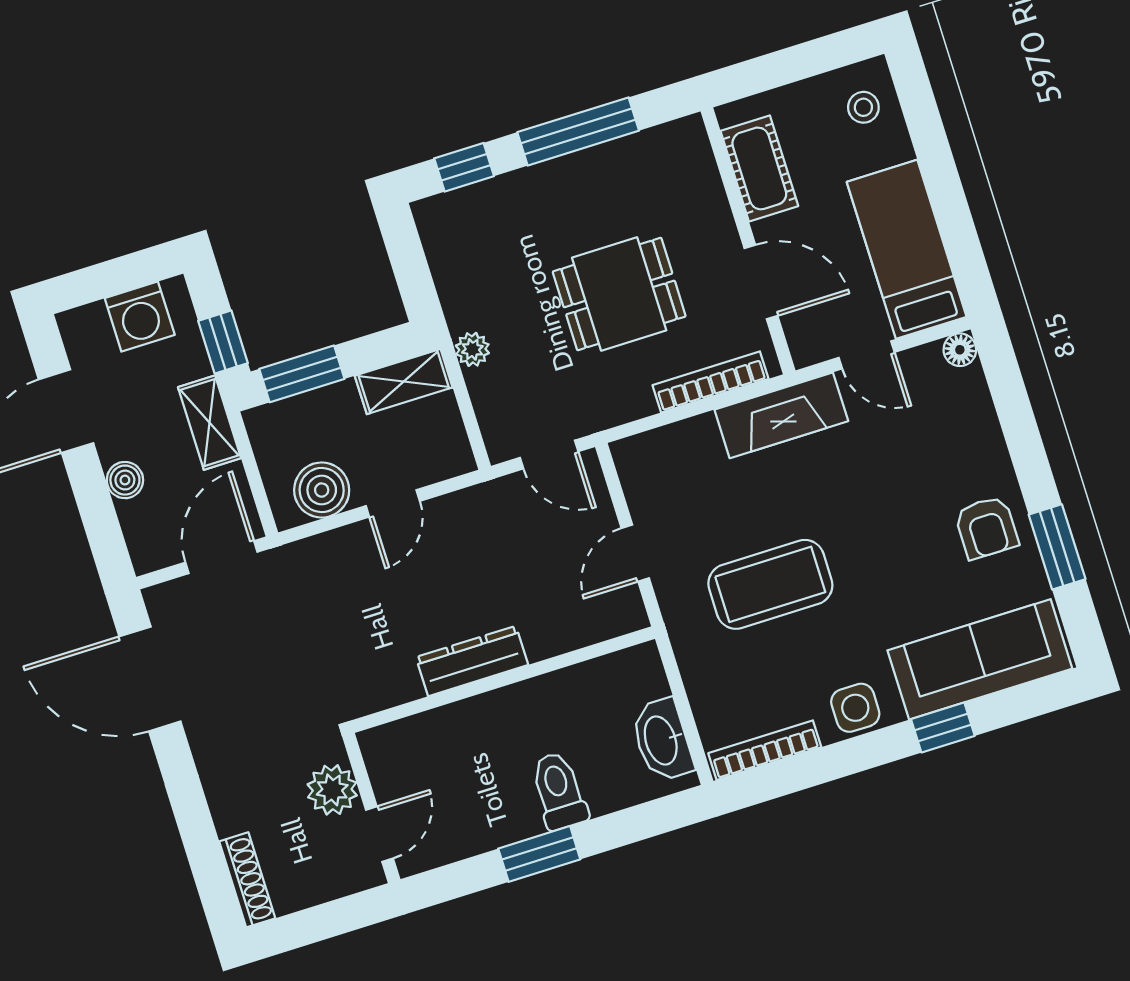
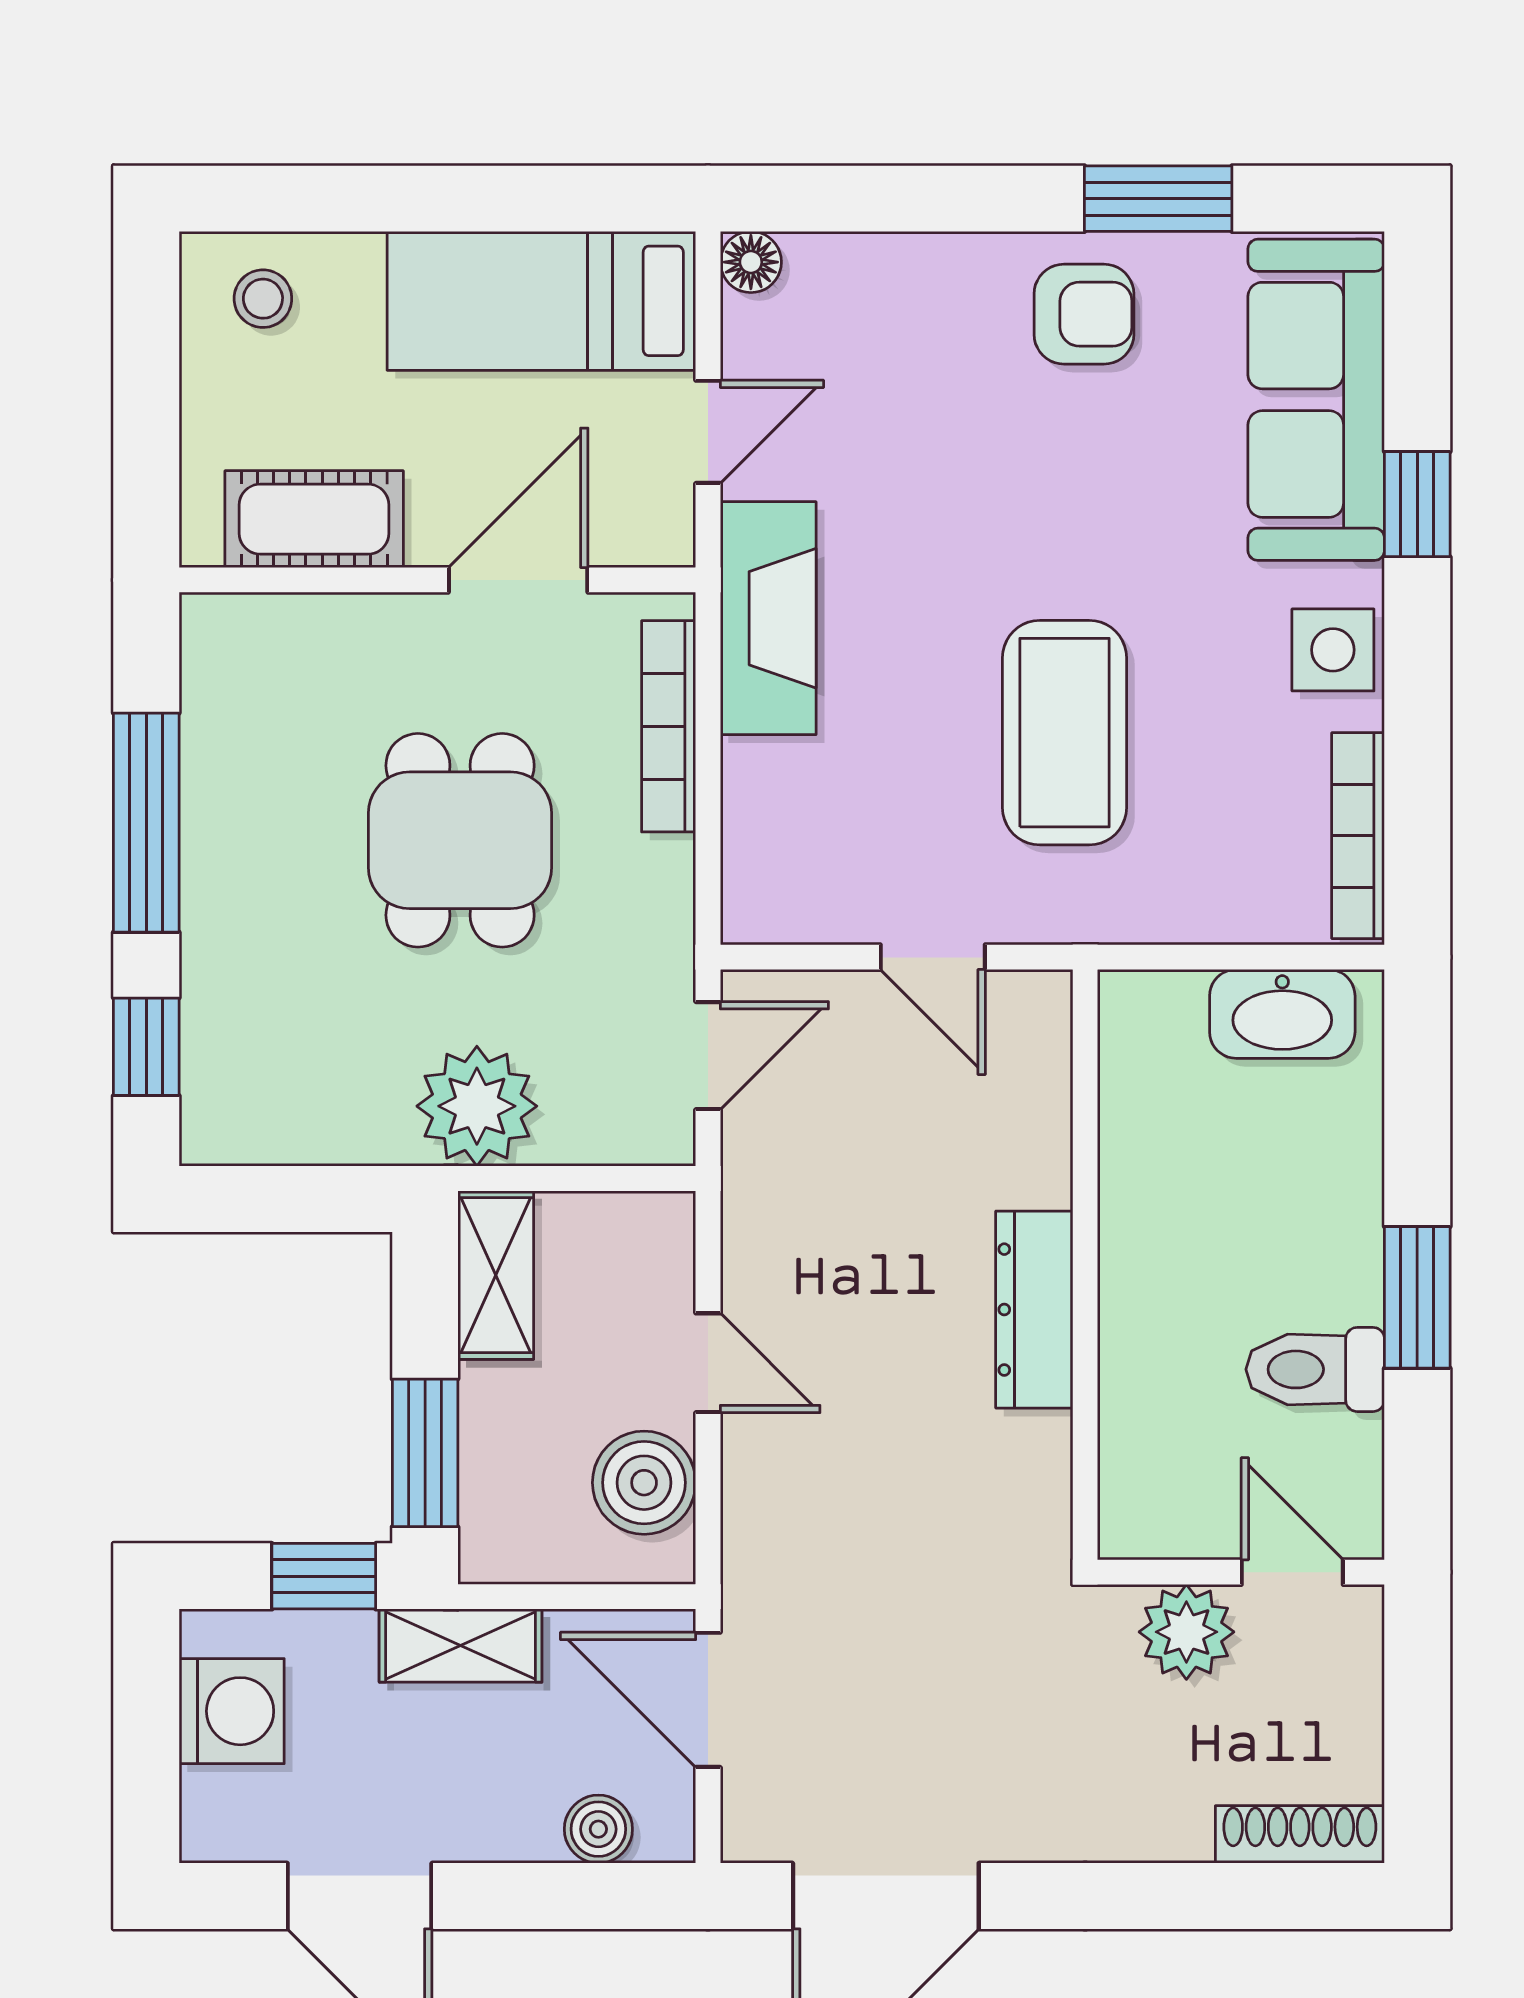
plant: (472, 349) -> (477, 1106), width x1.88, depth x1.88
boiler: (125, 480) -> (598, 1829), moved
toilet: (559, 791) -> (1315, 1369), moved

